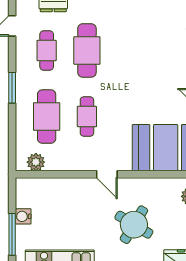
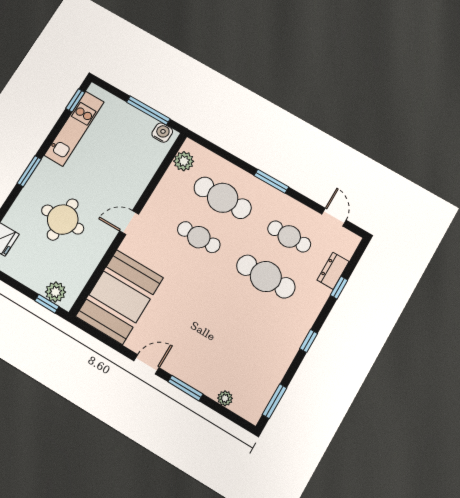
water cooler: (23, 216) -> (162, 133), moved
round table: (134, 225) -> (63, 220), turned -31
window: (12, 234) -> (148, 110), moved

